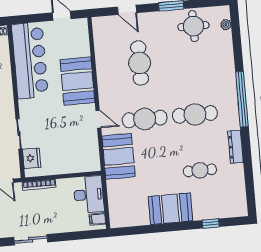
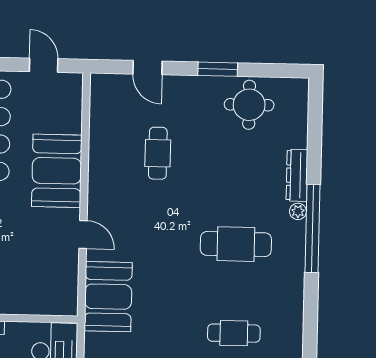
plant: (226, 25) -> (298, 211), moved
cafe table: (140, 63) -> (158, 153), width x0.73, depth x0.74
cafe table: (145, 119) -> (156, 242), removed
dresser: (236, 147) -> (297, 175), moved

